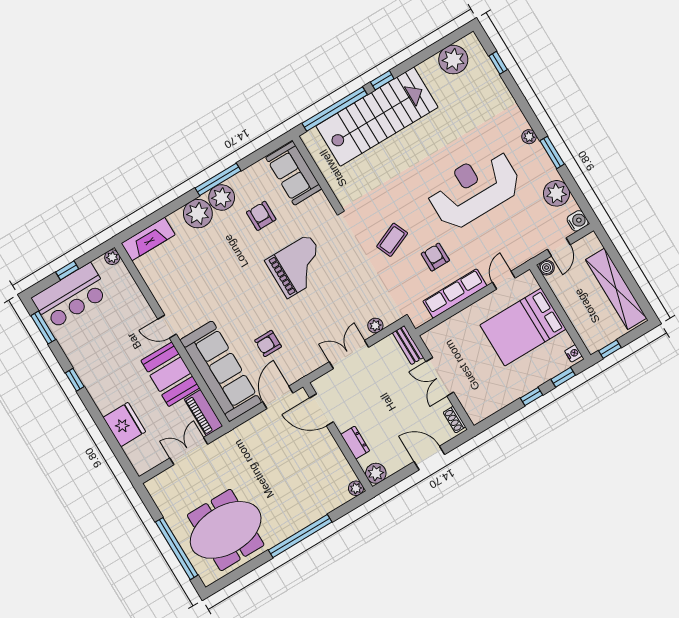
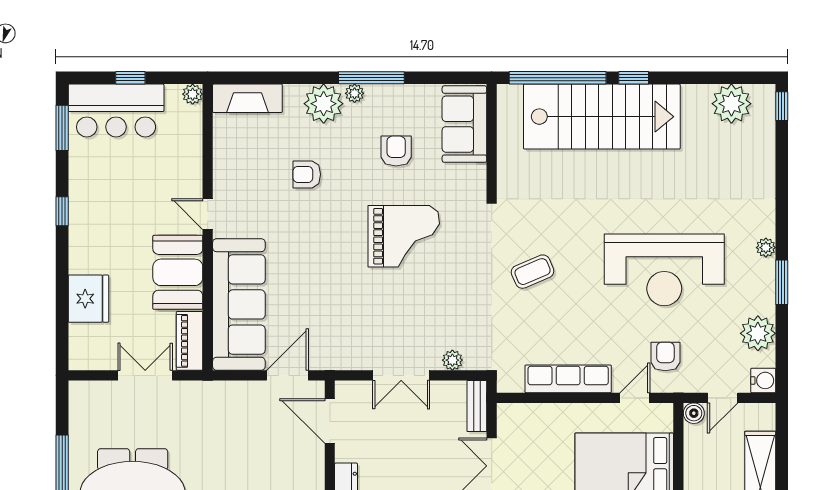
window: (498, 63) -> (782, 106), moved
reception desk: (474, 189) -> (664, 270), turned 180
plant: (222, 197) -> (355, 93), width x0.53, depth x0.53
armchair: (435, 257) -> (665, 357), moved
armchair: (268, 343) -> (307, 174), moved
double door: (349, 354) -> (401, 375), swing flipped

